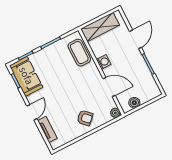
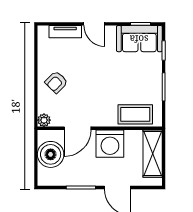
washing machine: (104, 62) -> (110, 144), width x1.89, depth x1.89
boiler: (134, 103) -> (51, 154), width x1.86, depth x1.86

